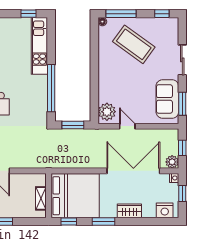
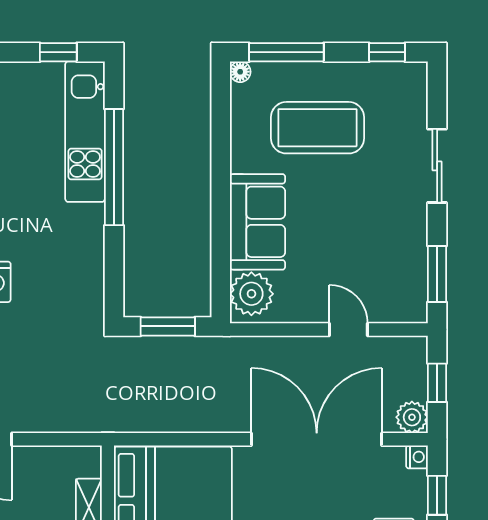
coffee table: (134, 44) -> (318, 128), turned -36
window: (51, 88) -> (114, 167), moved
sofa: (167, 99) -> (257, 222), moved, turned 180
door: (127, 126) -> (348, 330), moved

